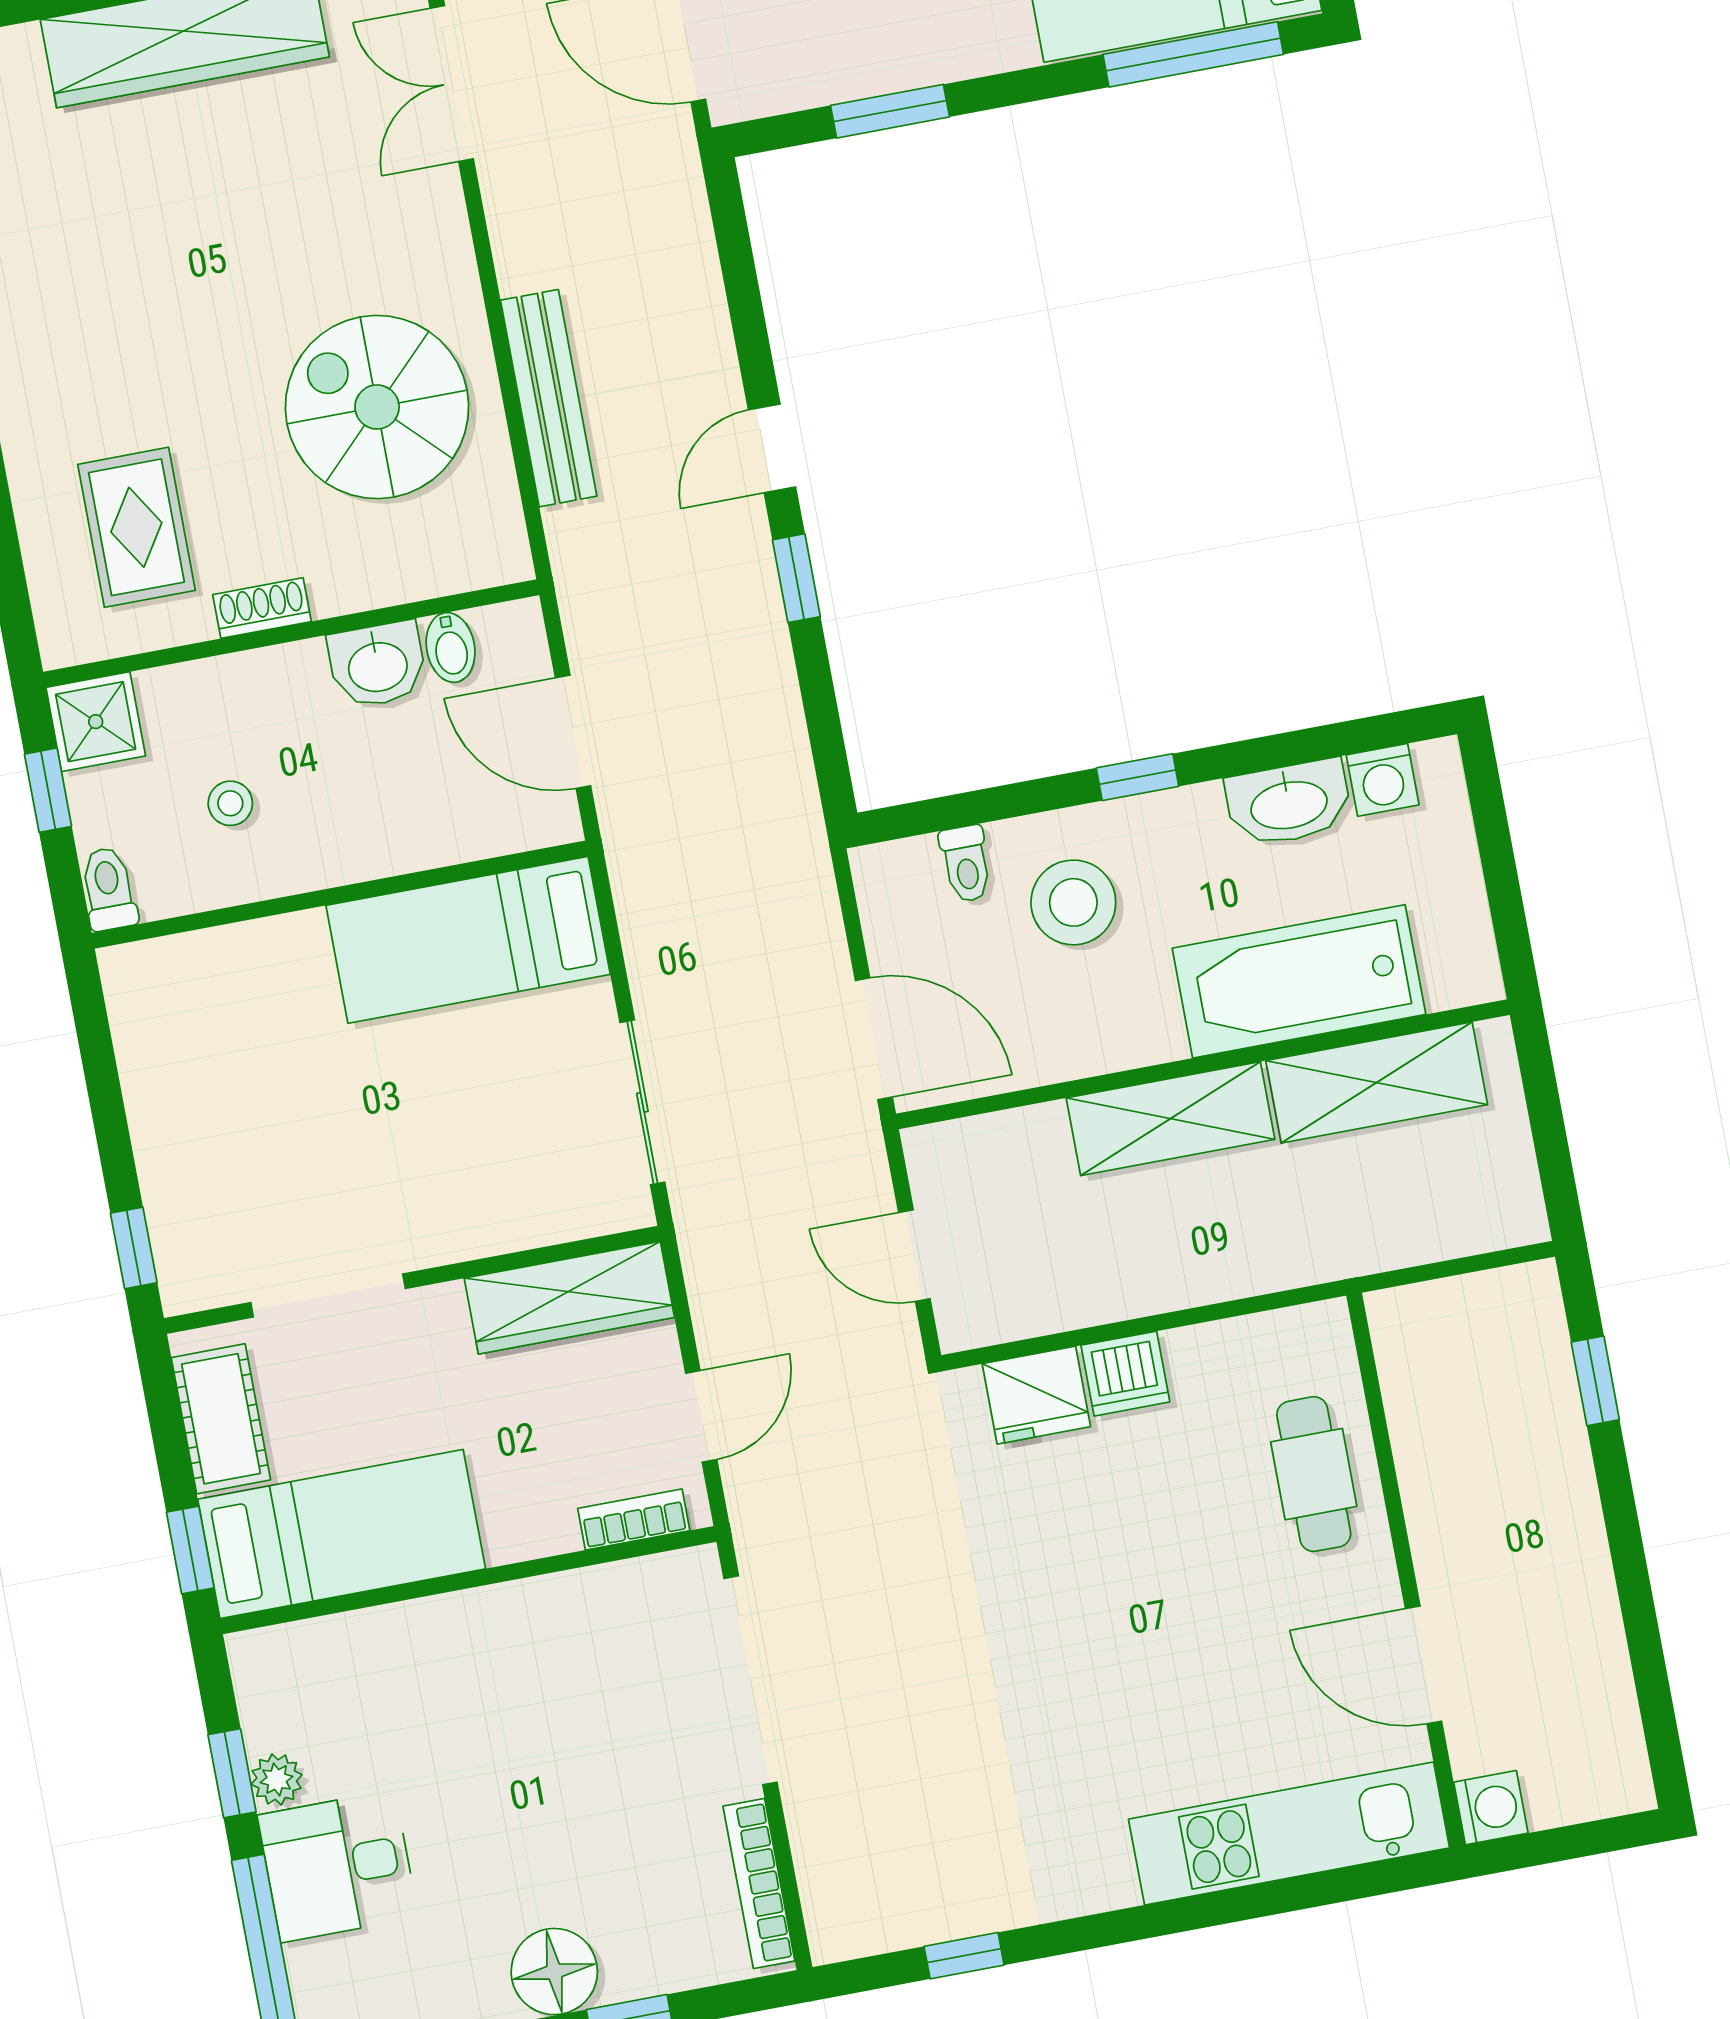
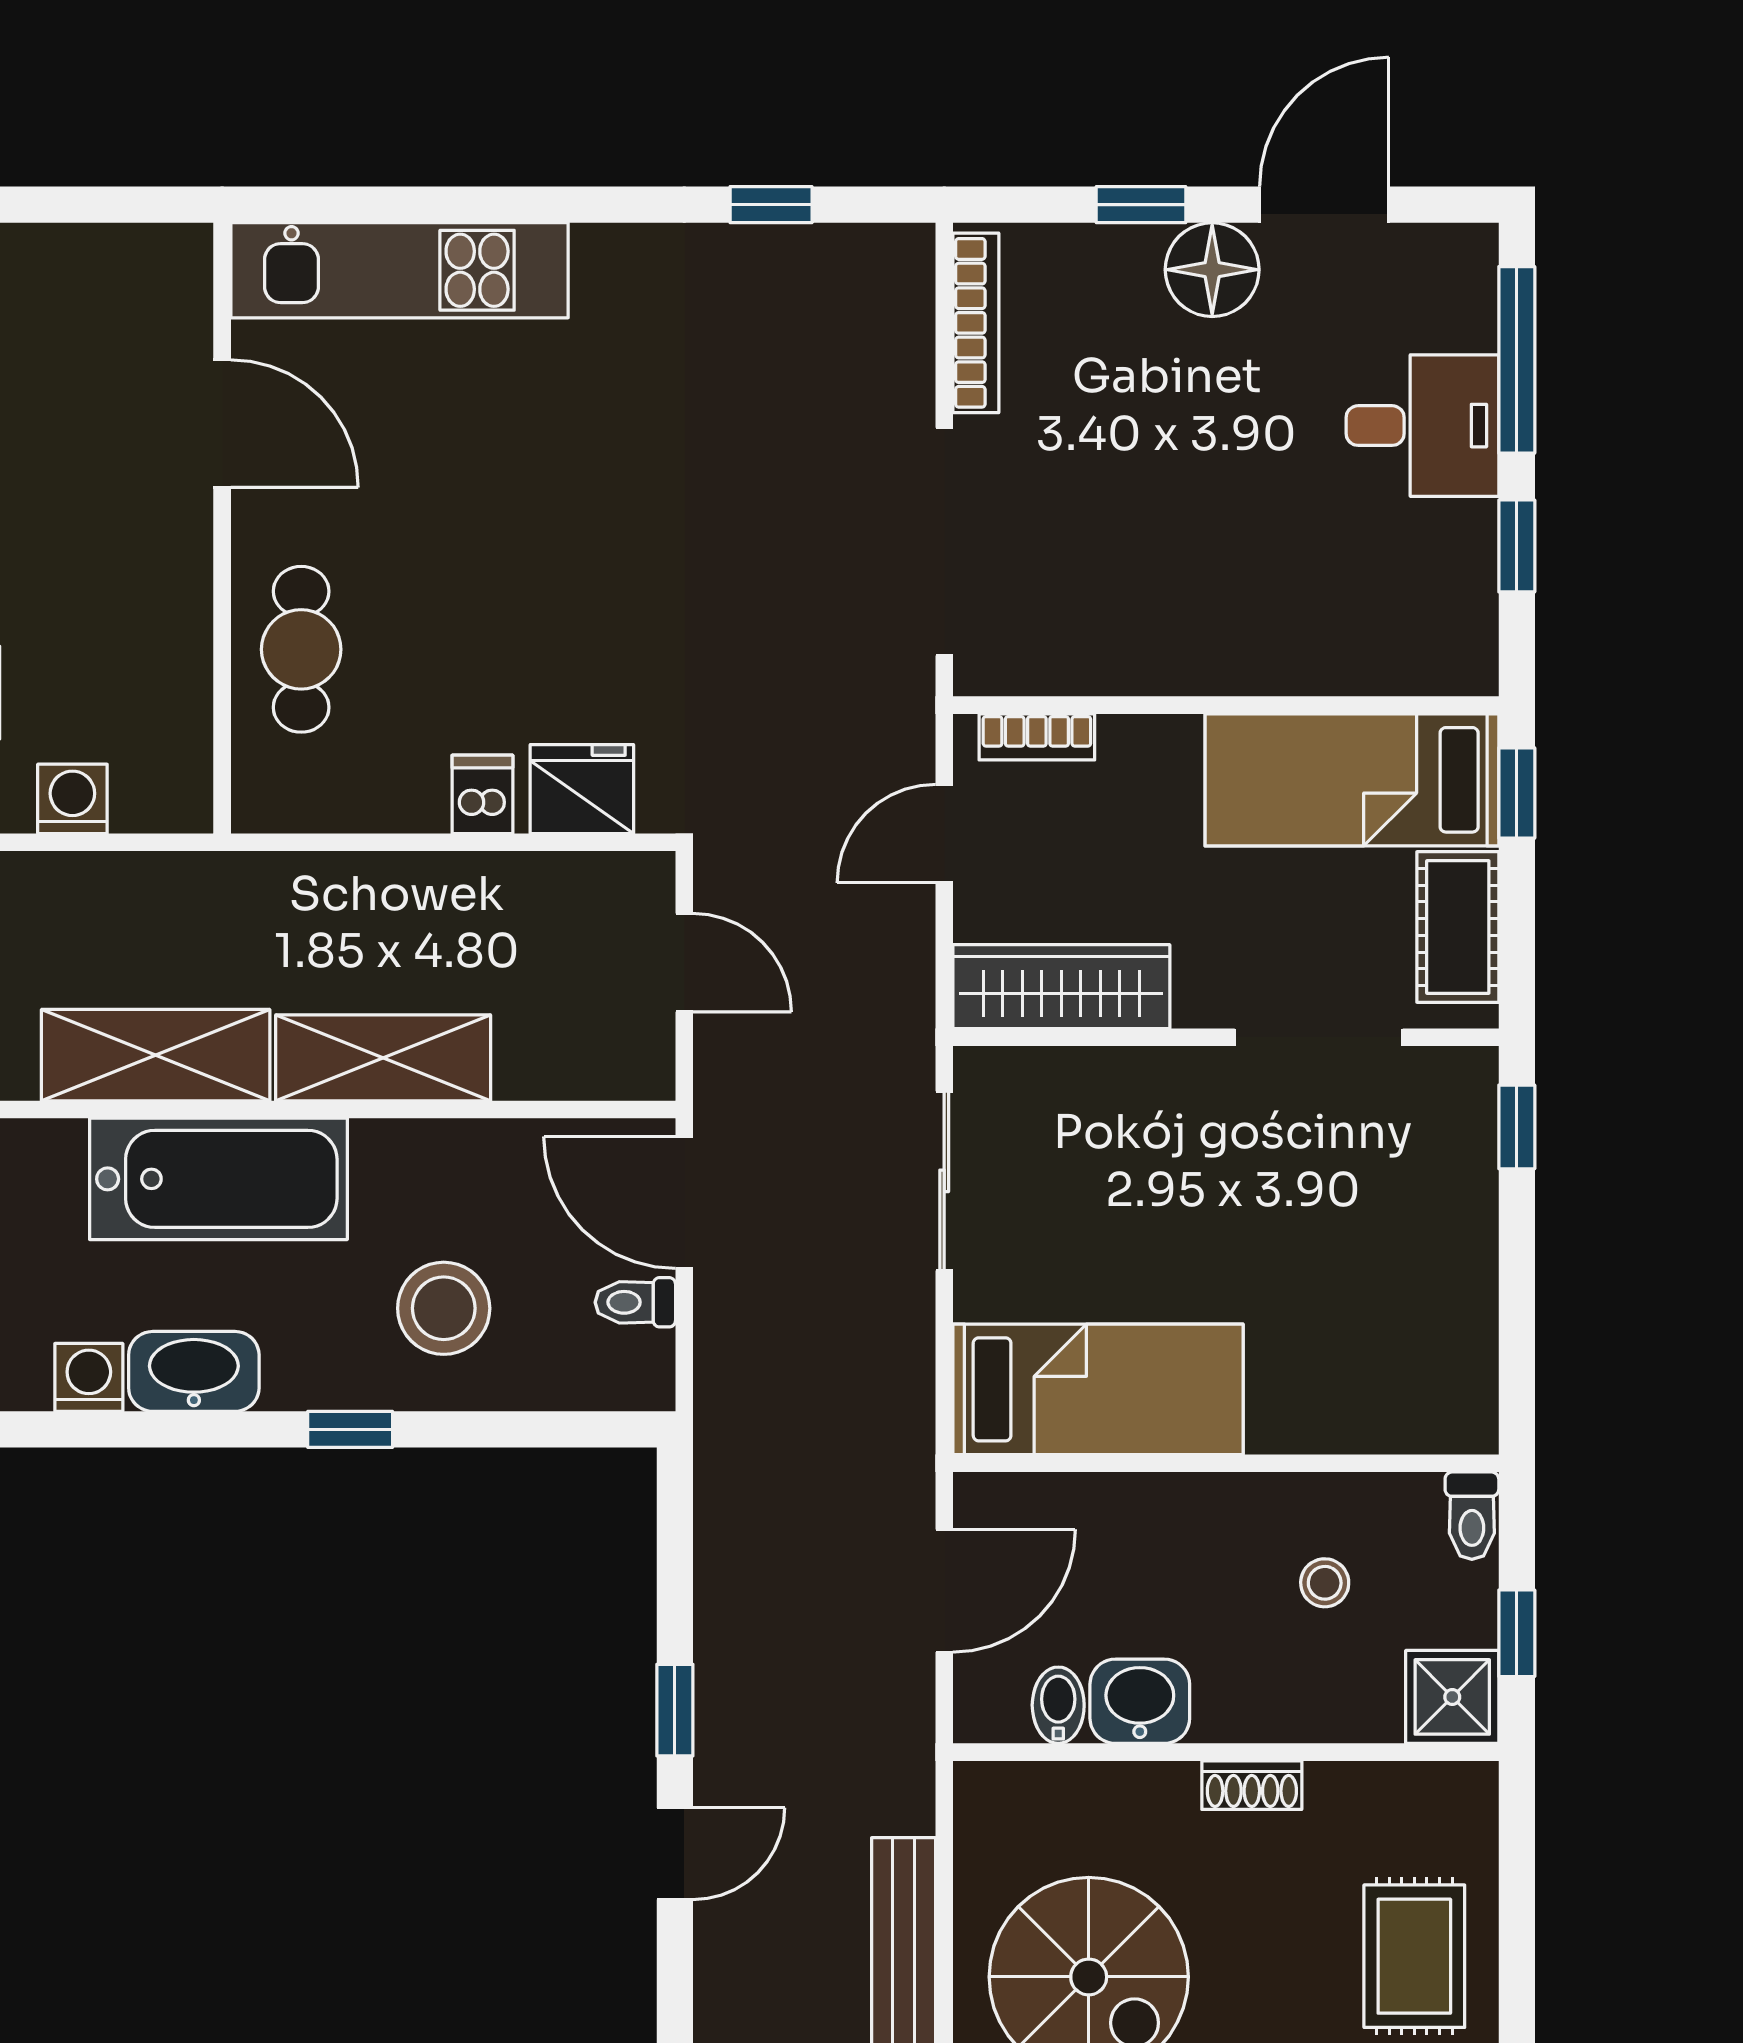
rug: (136, 527) -> (1414, 1956), moved
door: (573, 732) -> (944, 1591), hinge flipped
toilet: (966, 864) -> (635, 1302), moved, turned -90
dishwasher: (1125, 1374) -> (482, 794), width x0.73
plant: (277, 1779) -> (1470, 530), removed
washing machine: (1491, 1808) -> (72, 799), moved, turned 90

